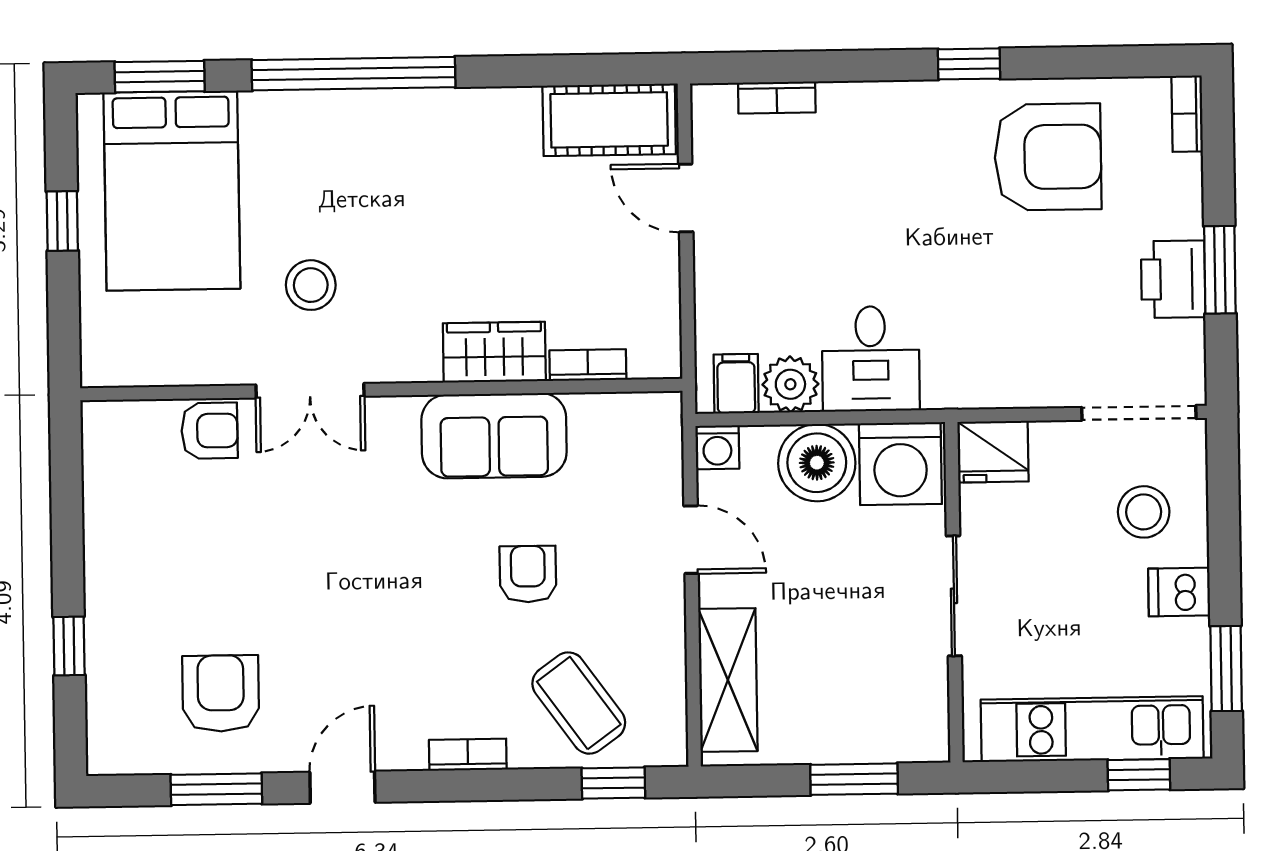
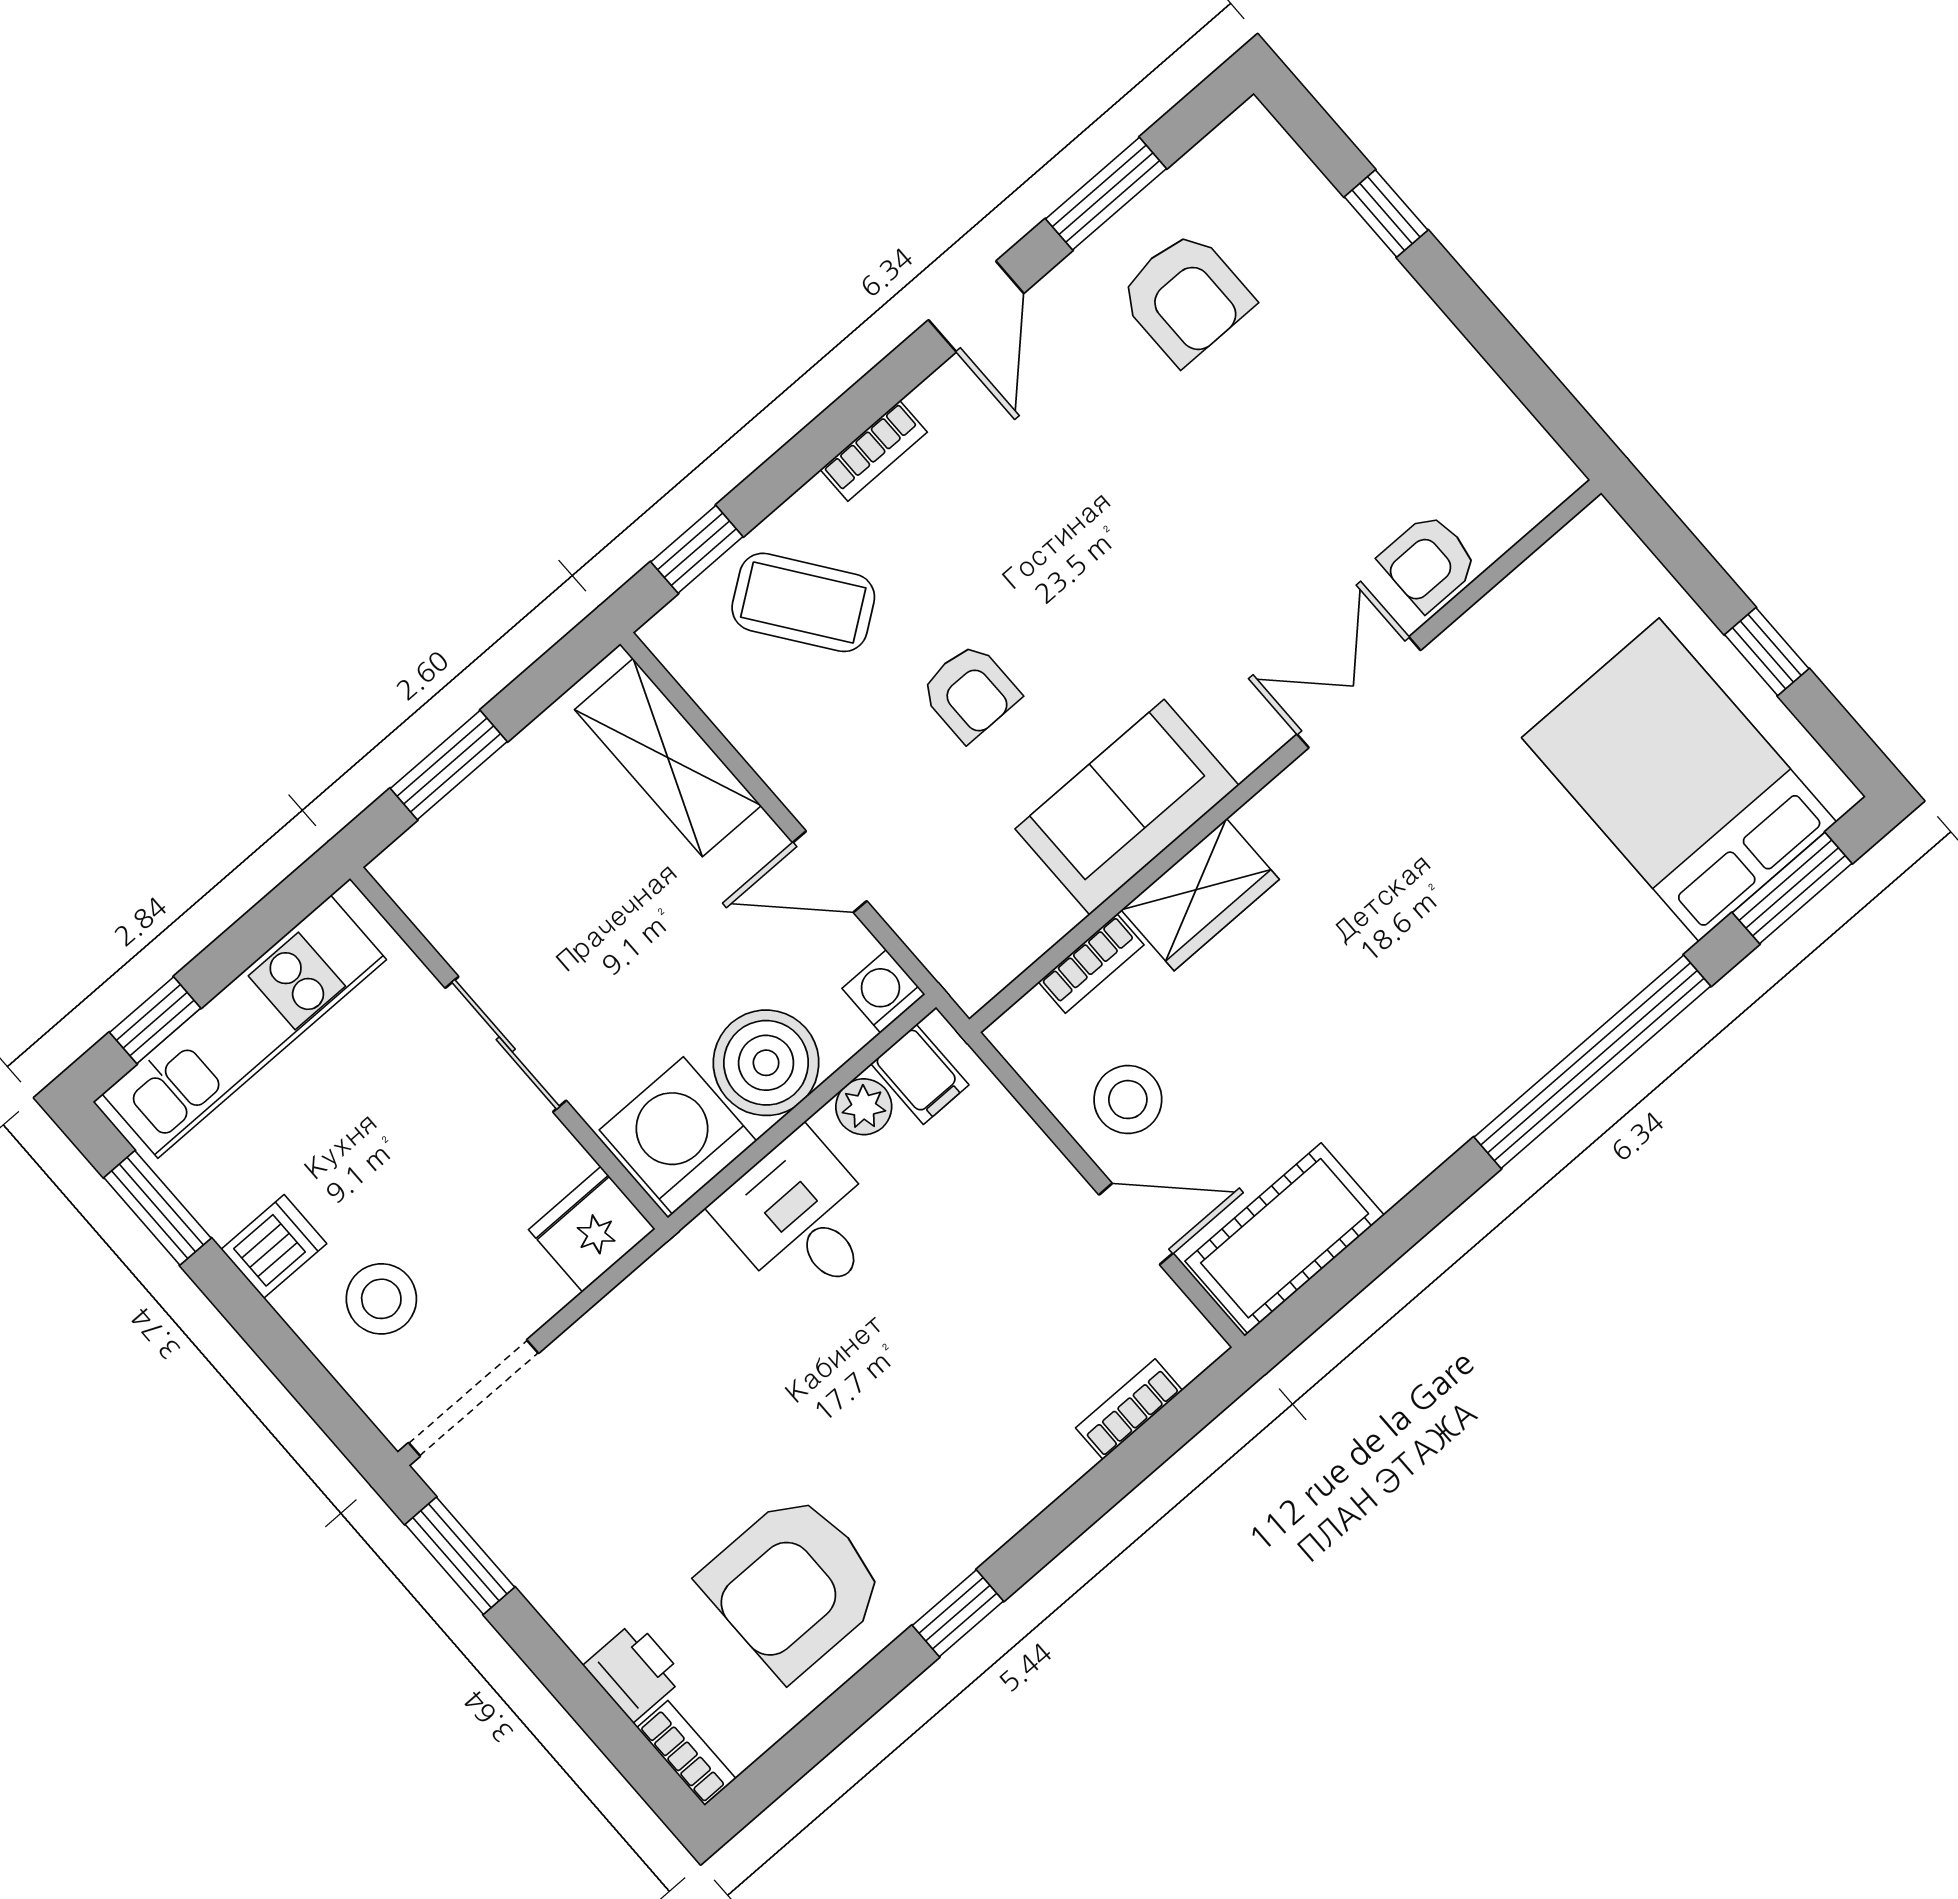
window: (1220, 270) -> (460, 1556), moved
printer: (1173, 279) -> (634, 1671), moved, width x0.73, depth x0.81
stool: (311, 285) -> (1128, 1100), moved
plant: (790, 384) -> (864, 1107), width x0.73, depth x0.73

